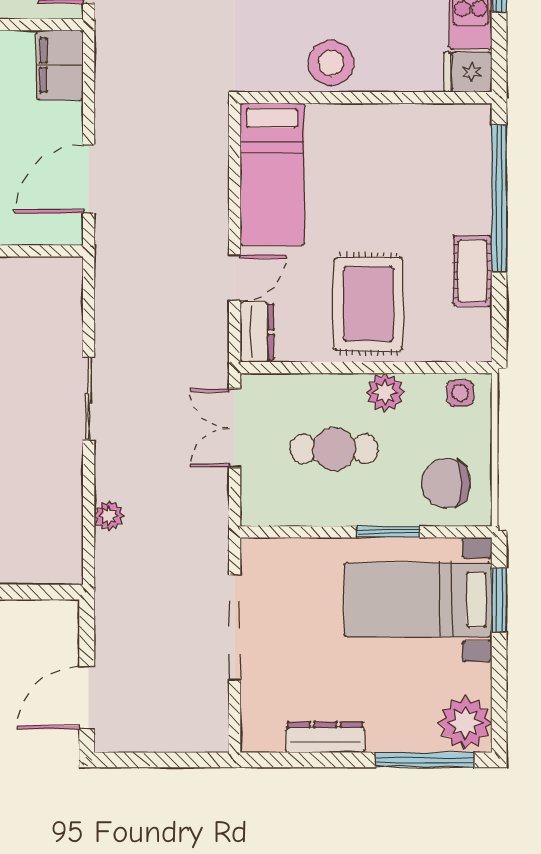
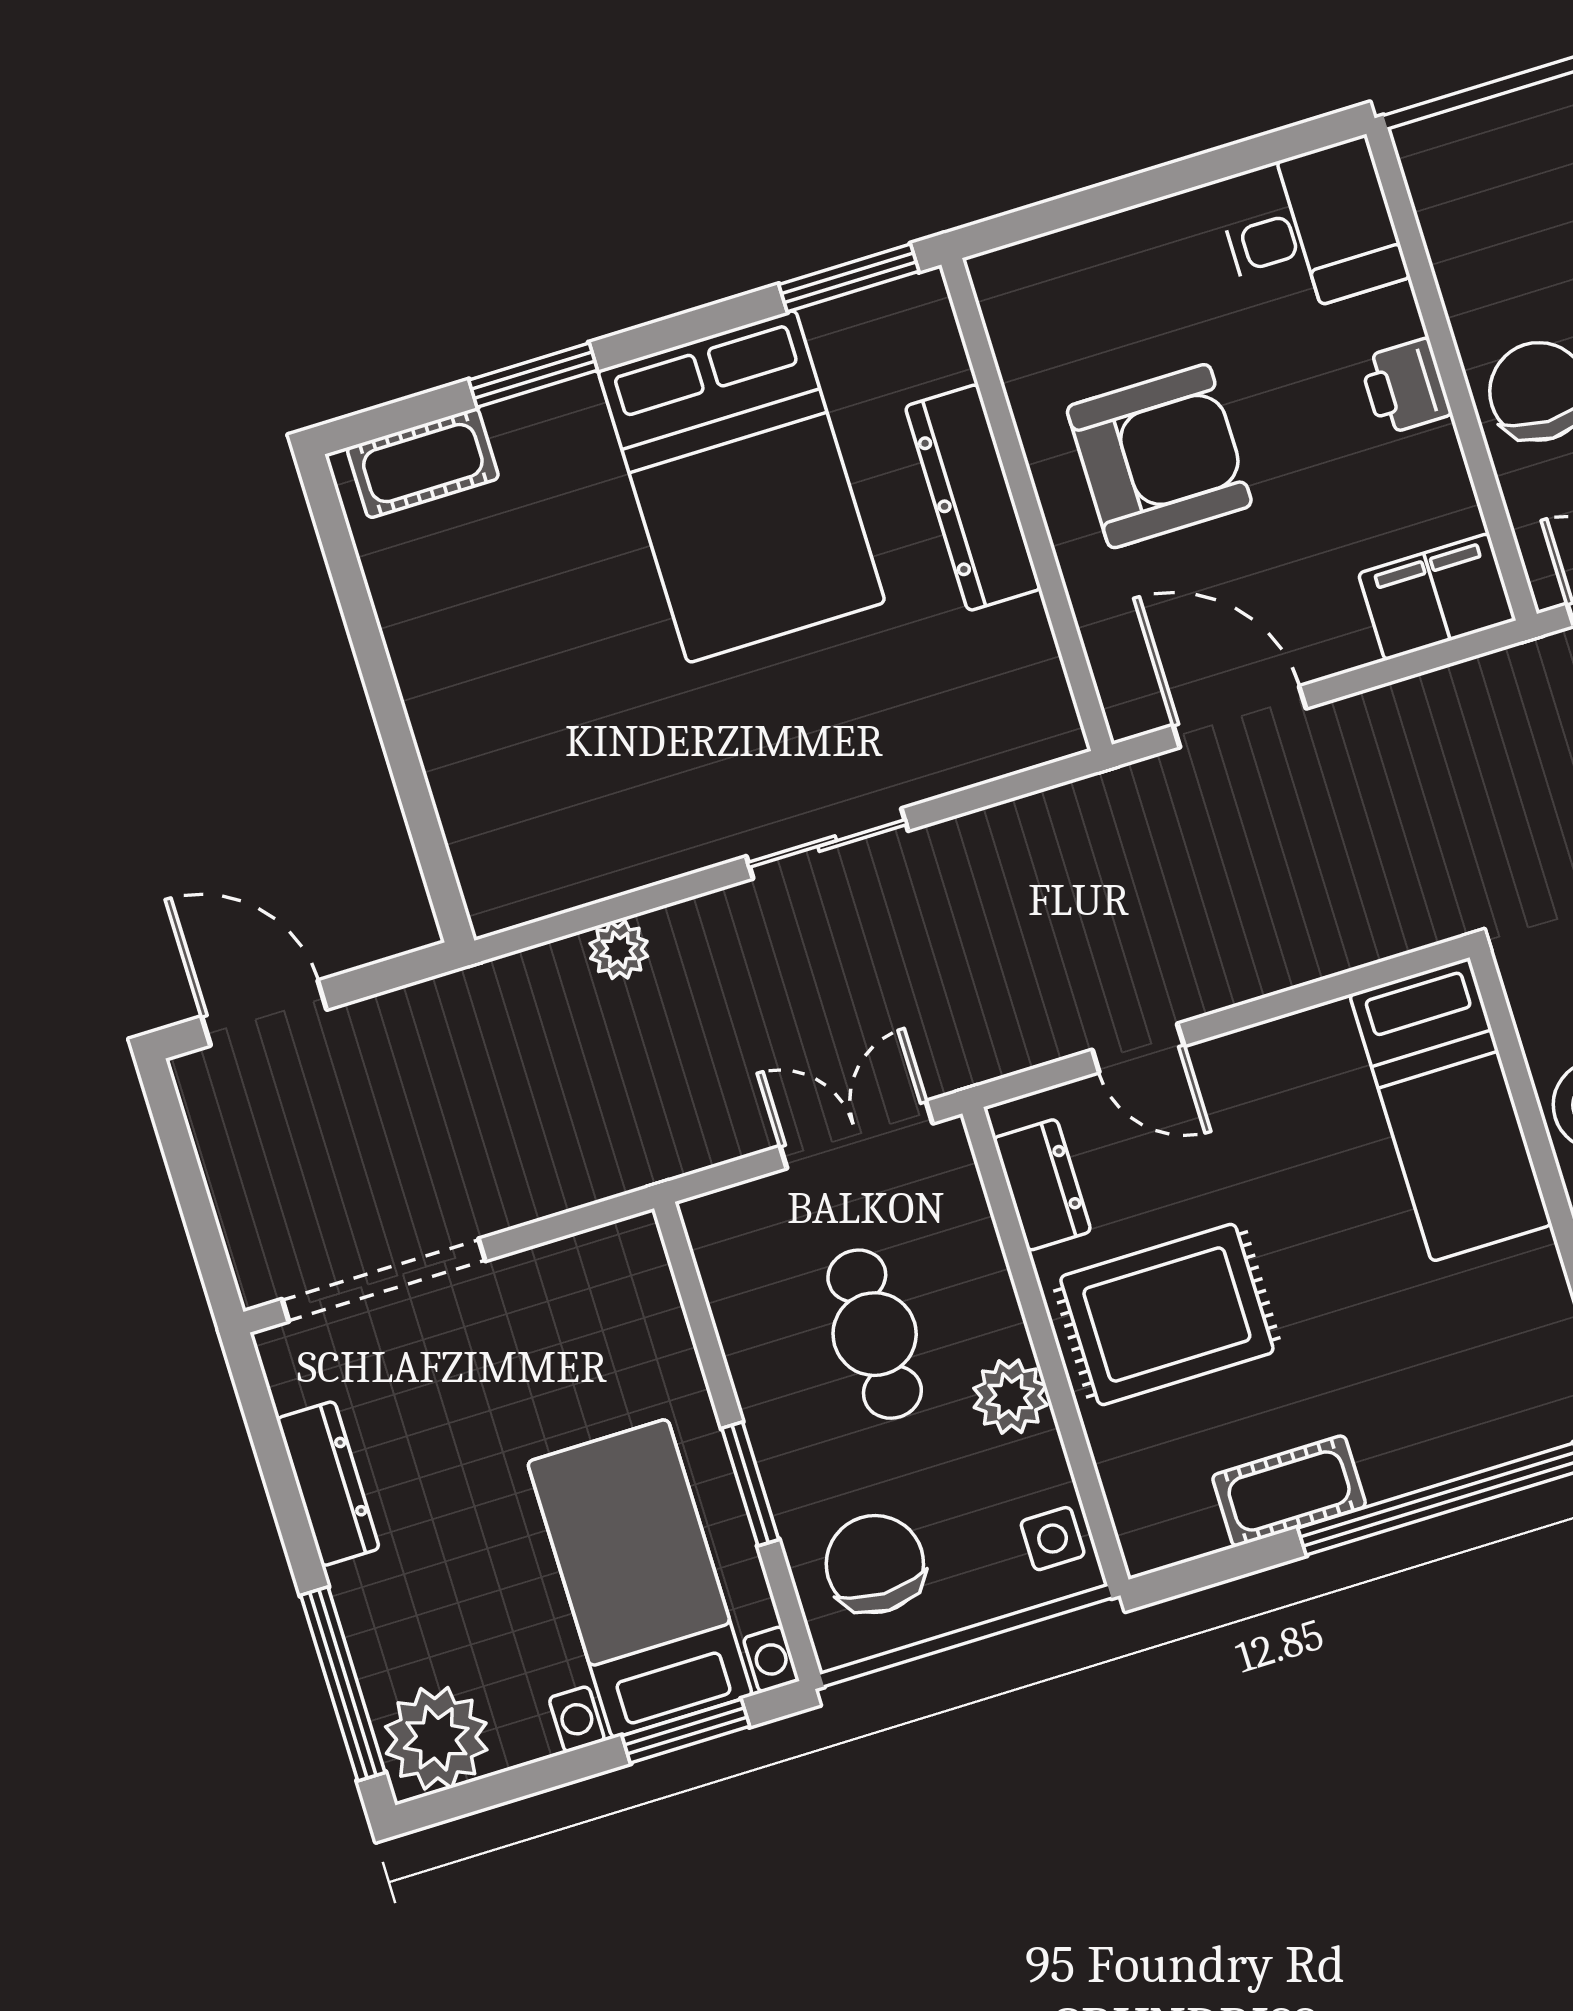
bed: (272, 174) -> (1451, 1110), moved, turned -90
dresser: (257, 332) -> (1042, 1185), moved, turned -90
doorway: (235, 627) -> (384, 1280), moved

